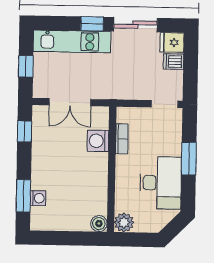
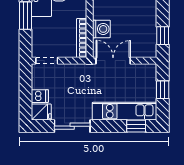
window: (92, 24) -> (136, 126), moved
double door: (70, 102) -> (113, 61), moved
bookcase: (122, 139) -> (82, 38), width x1.56

